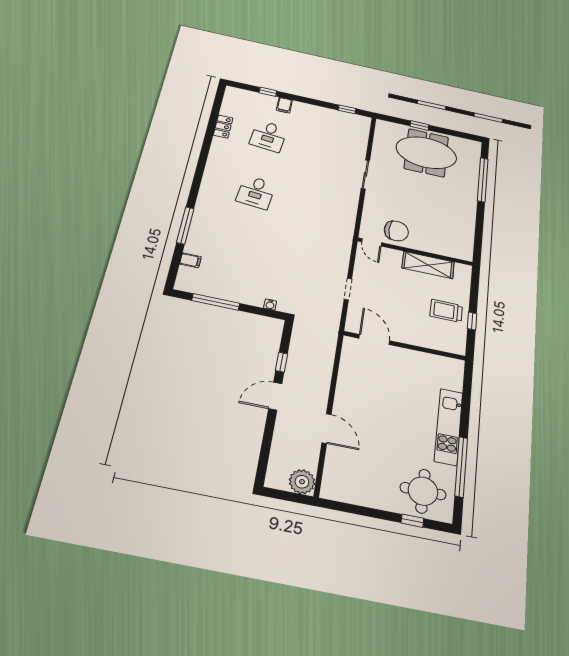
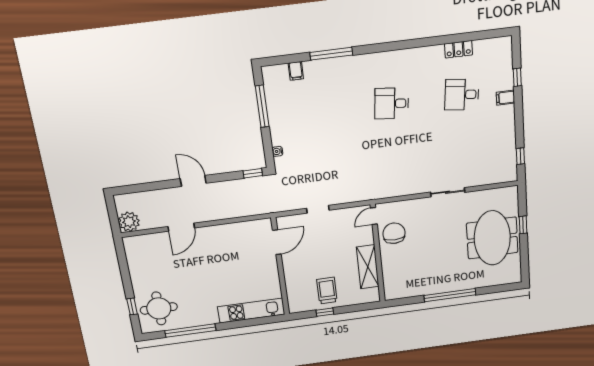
window: (483, 180) -> (450, 295), moved
chair: (396, 231) -> (394, 233), turned 180
window: (282, 362) -> (253, 173), moved
kitchen unit: (449, 427) -> (251, 311), moved

